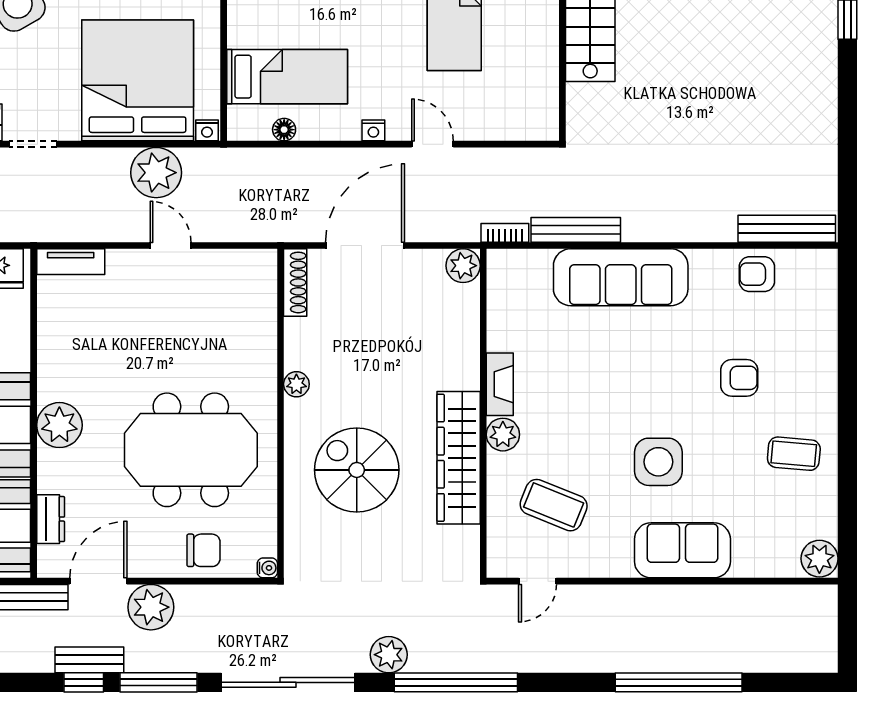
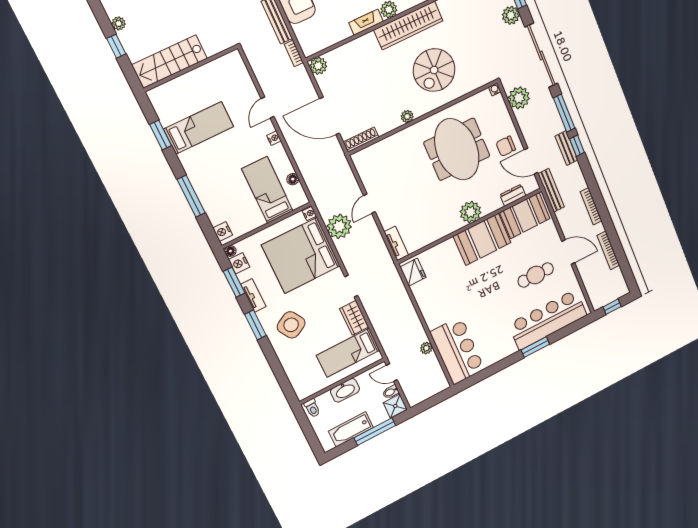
chair: (203, 550) -> (506, 146), moved, turned -90
plant: (151, 607) -> (519, 98), moved

